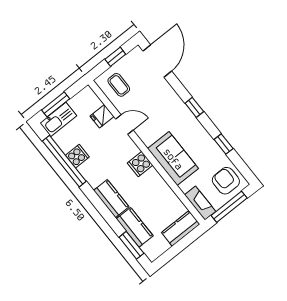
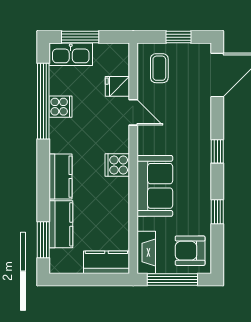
armchair: (226, 181) -> (190, 251), turned -90

